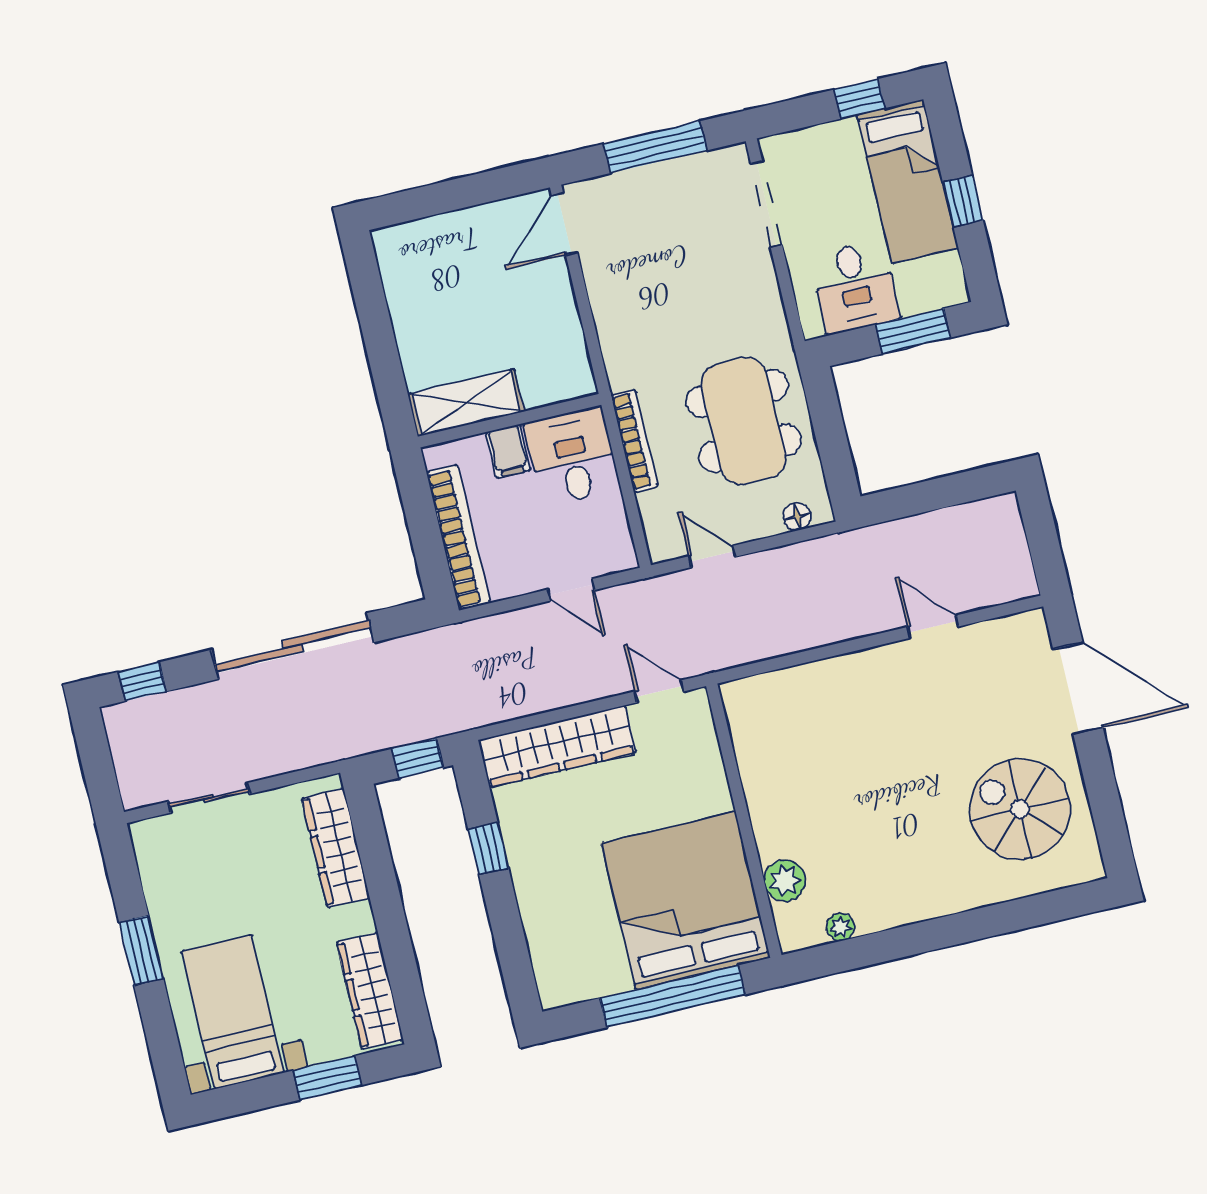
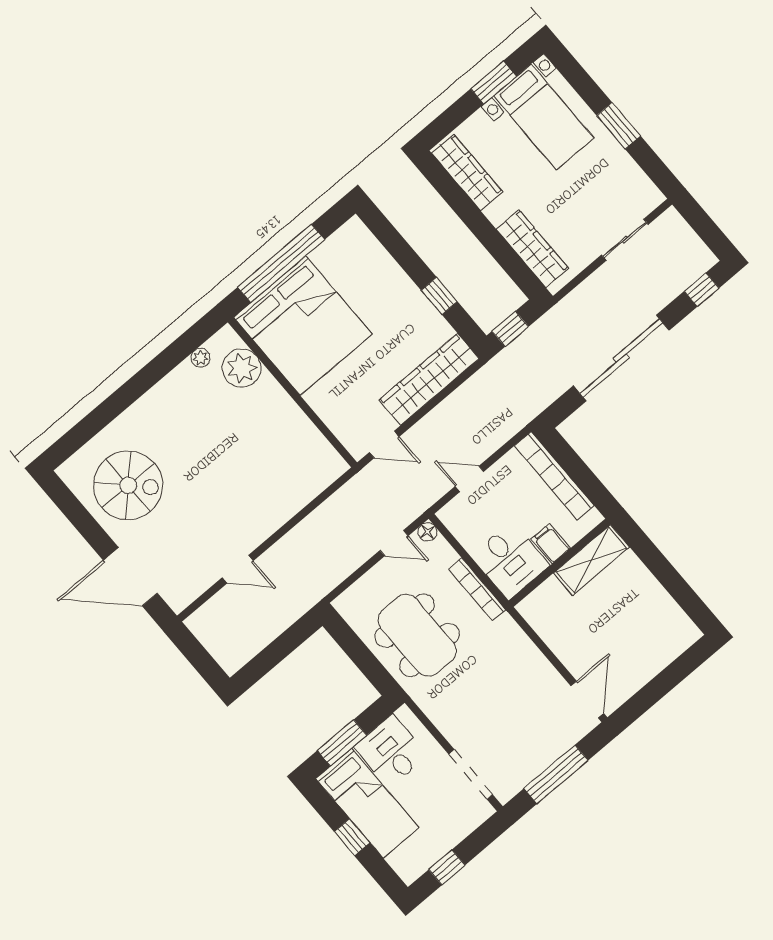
bed: (907, 181) -> (367, 803), moved, turned 180
floor lamp: (797, 517) -> (427, 532), moved
plant: (785, 881) -> (242, 368), width x1.36, depth x1.36
window: (327, 1078) -> (493, 83), moved

